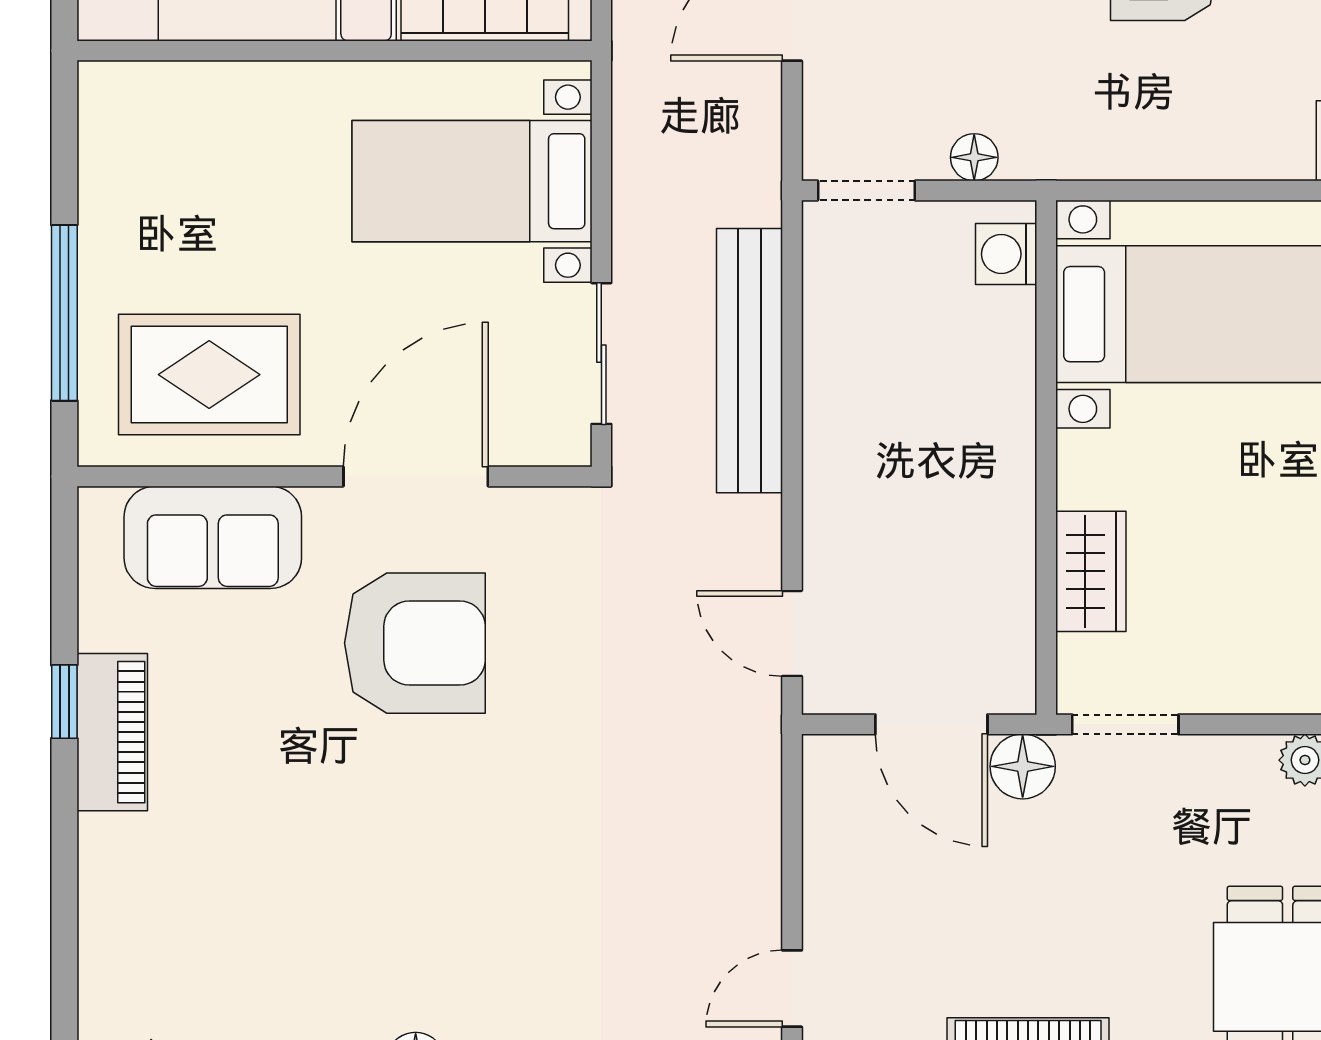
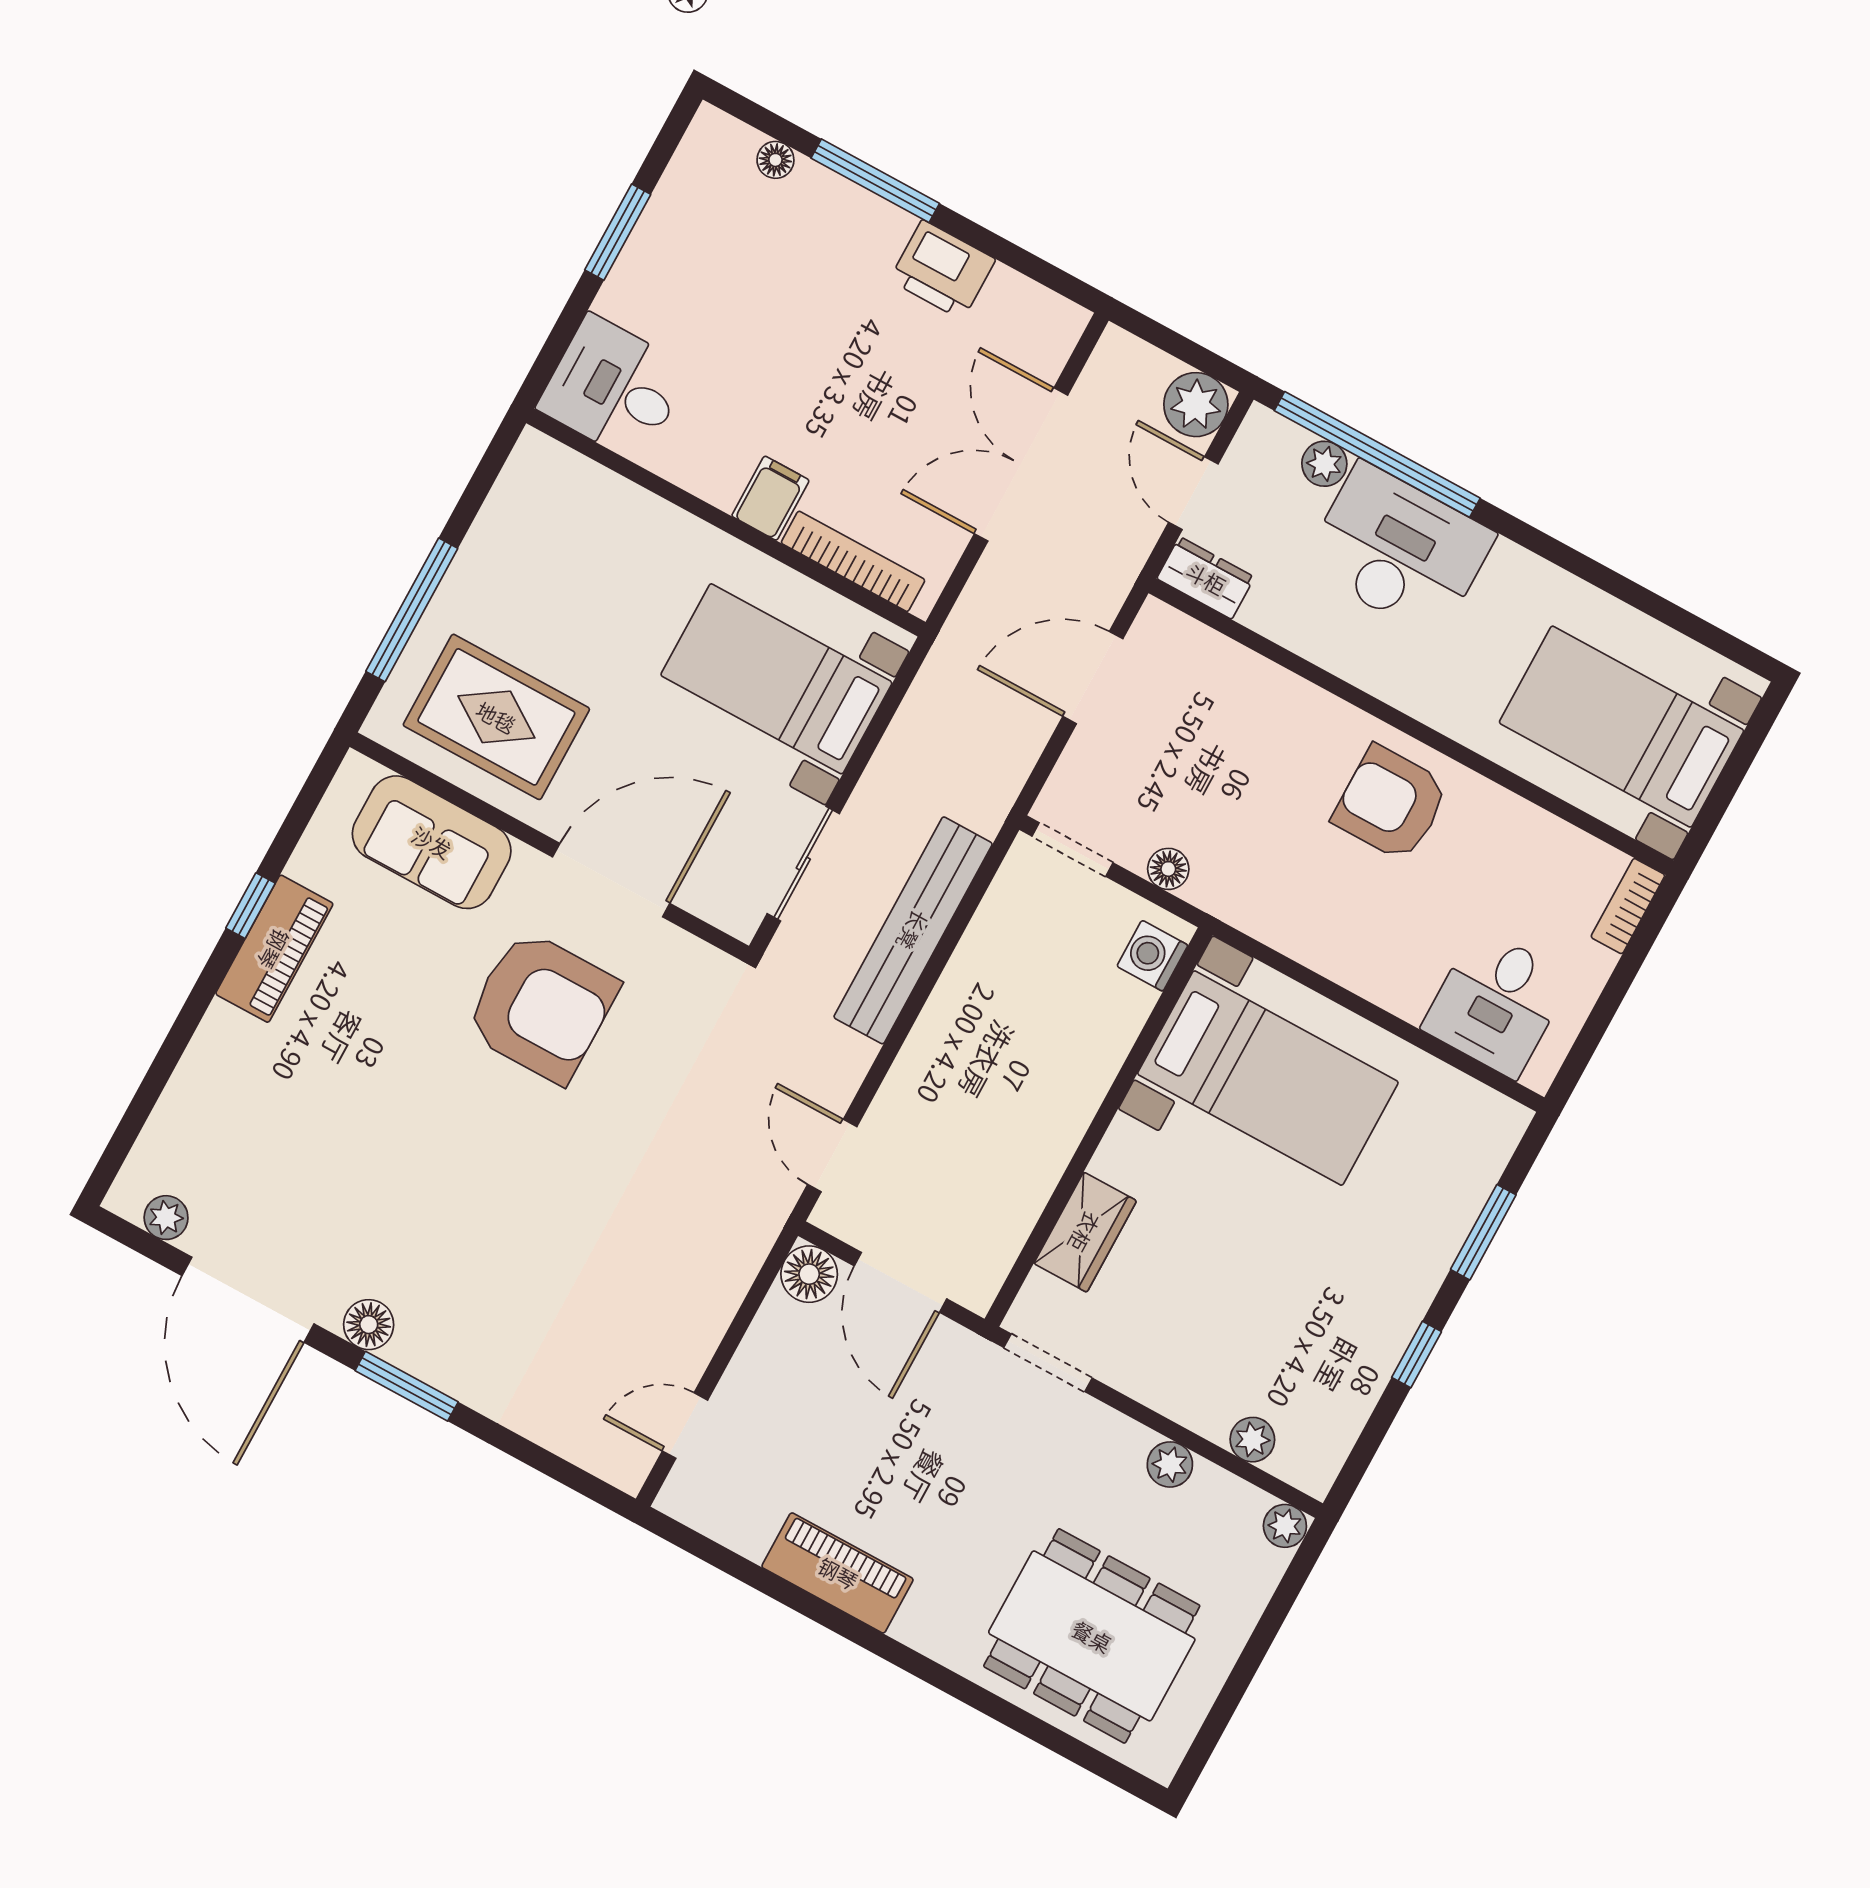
floor lamp: (1023, 766) -> (809, 1274), moved

